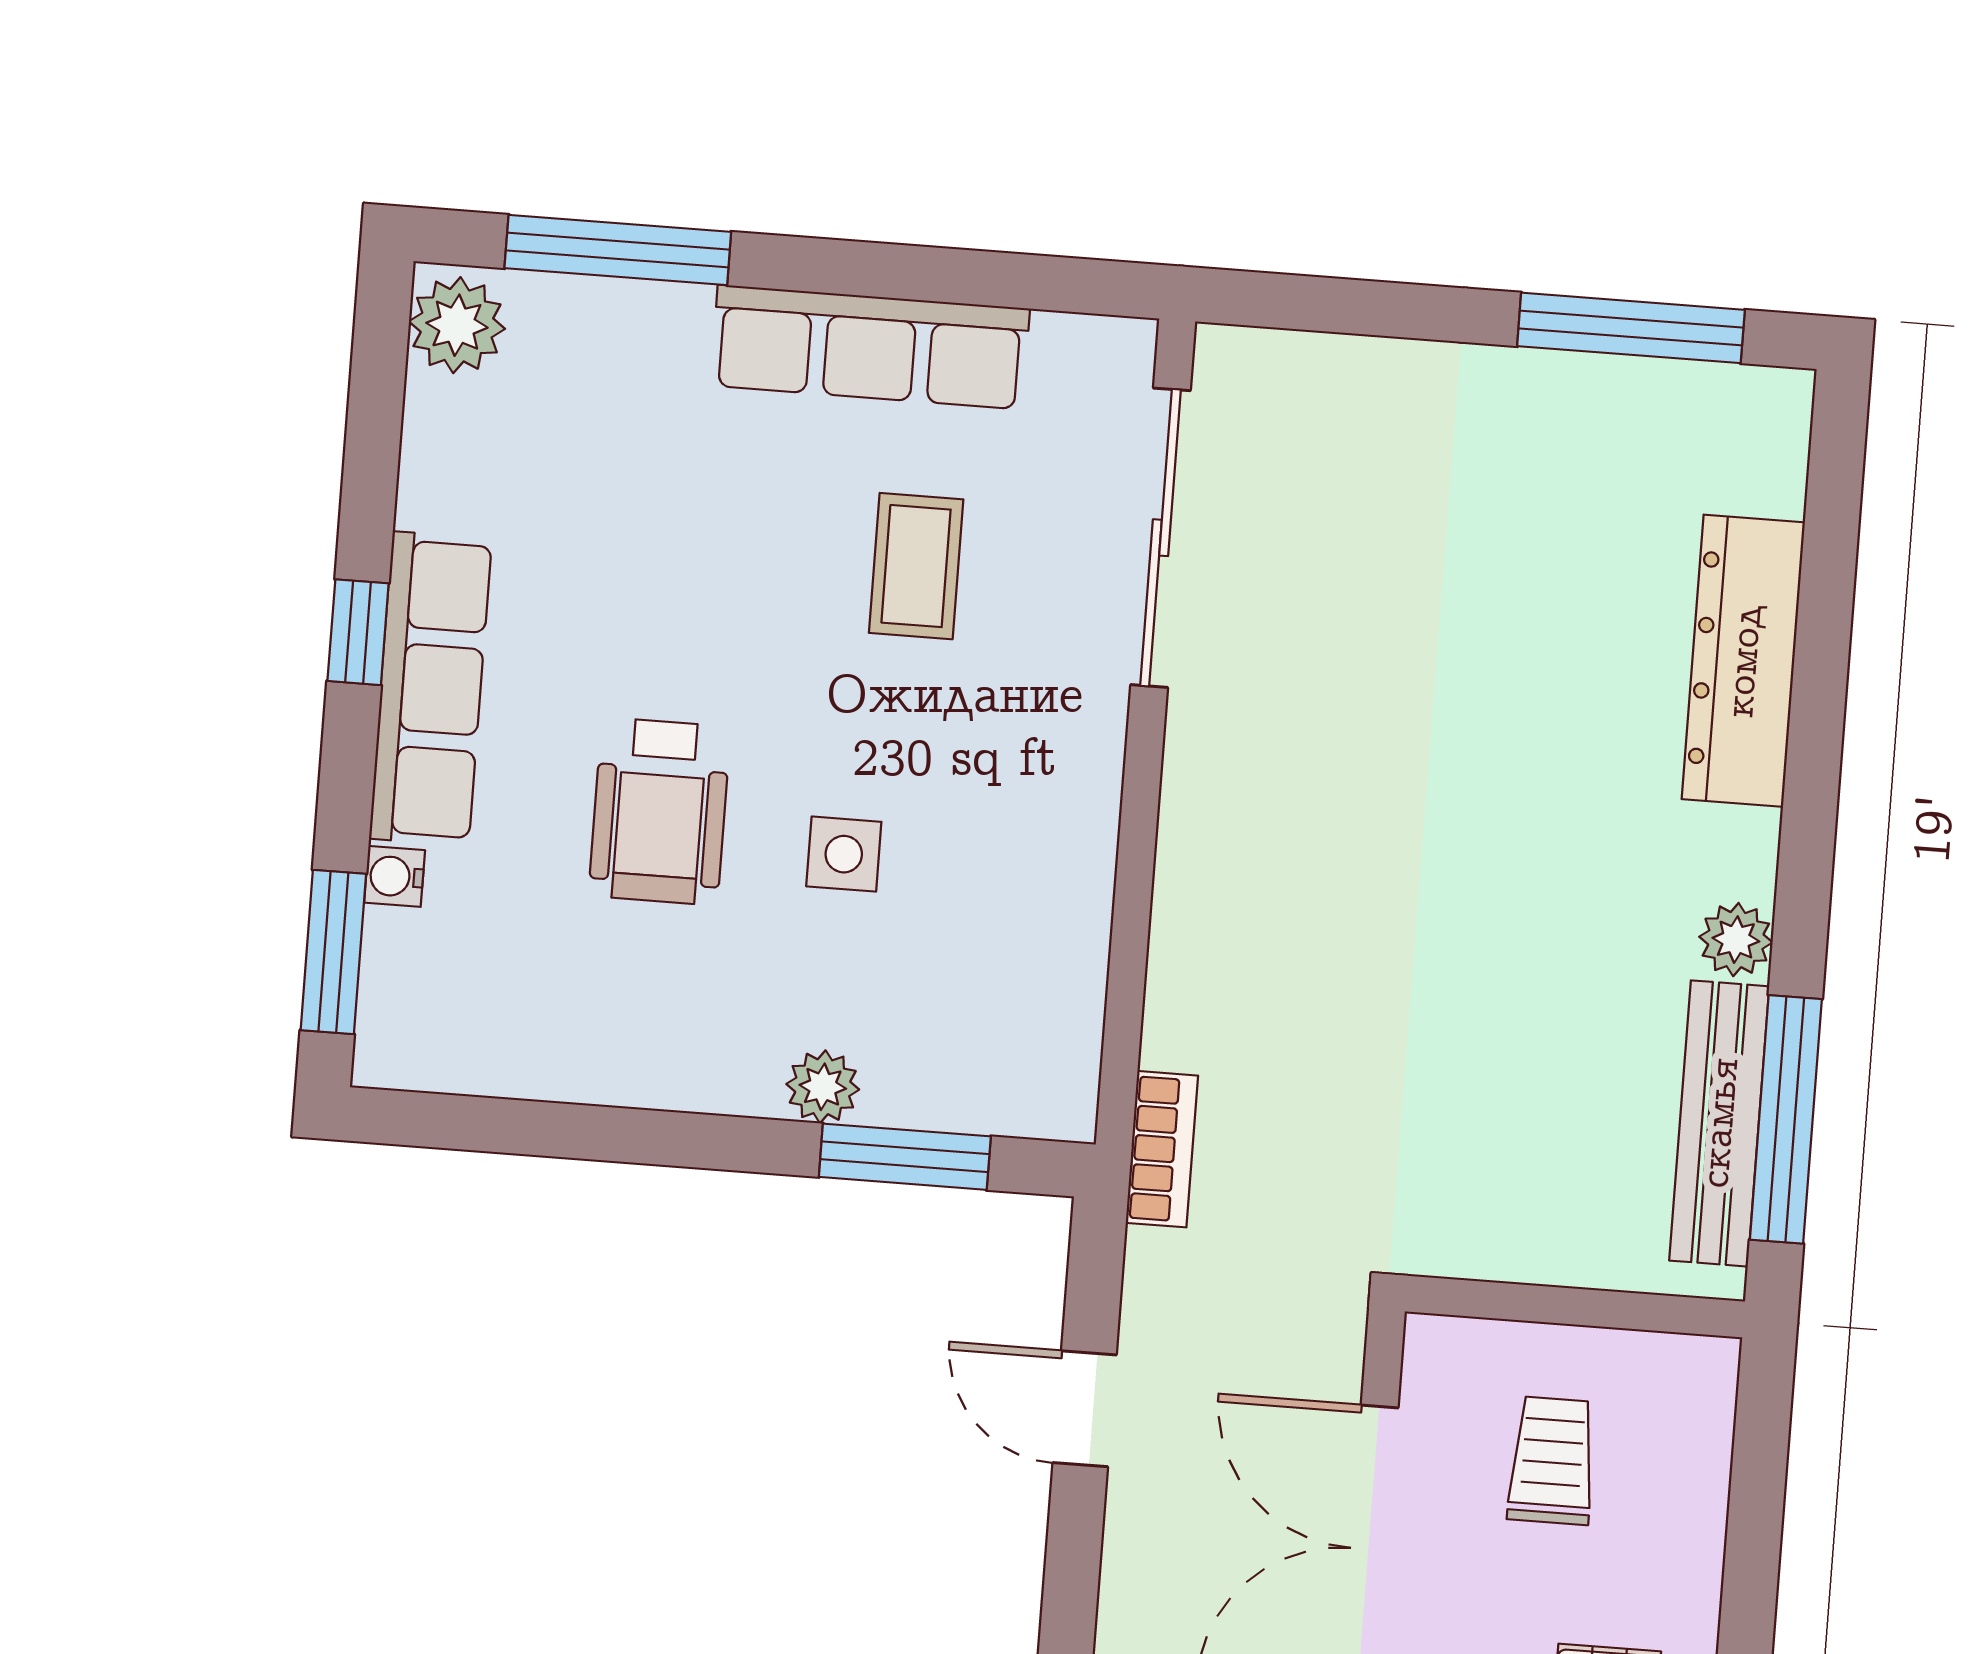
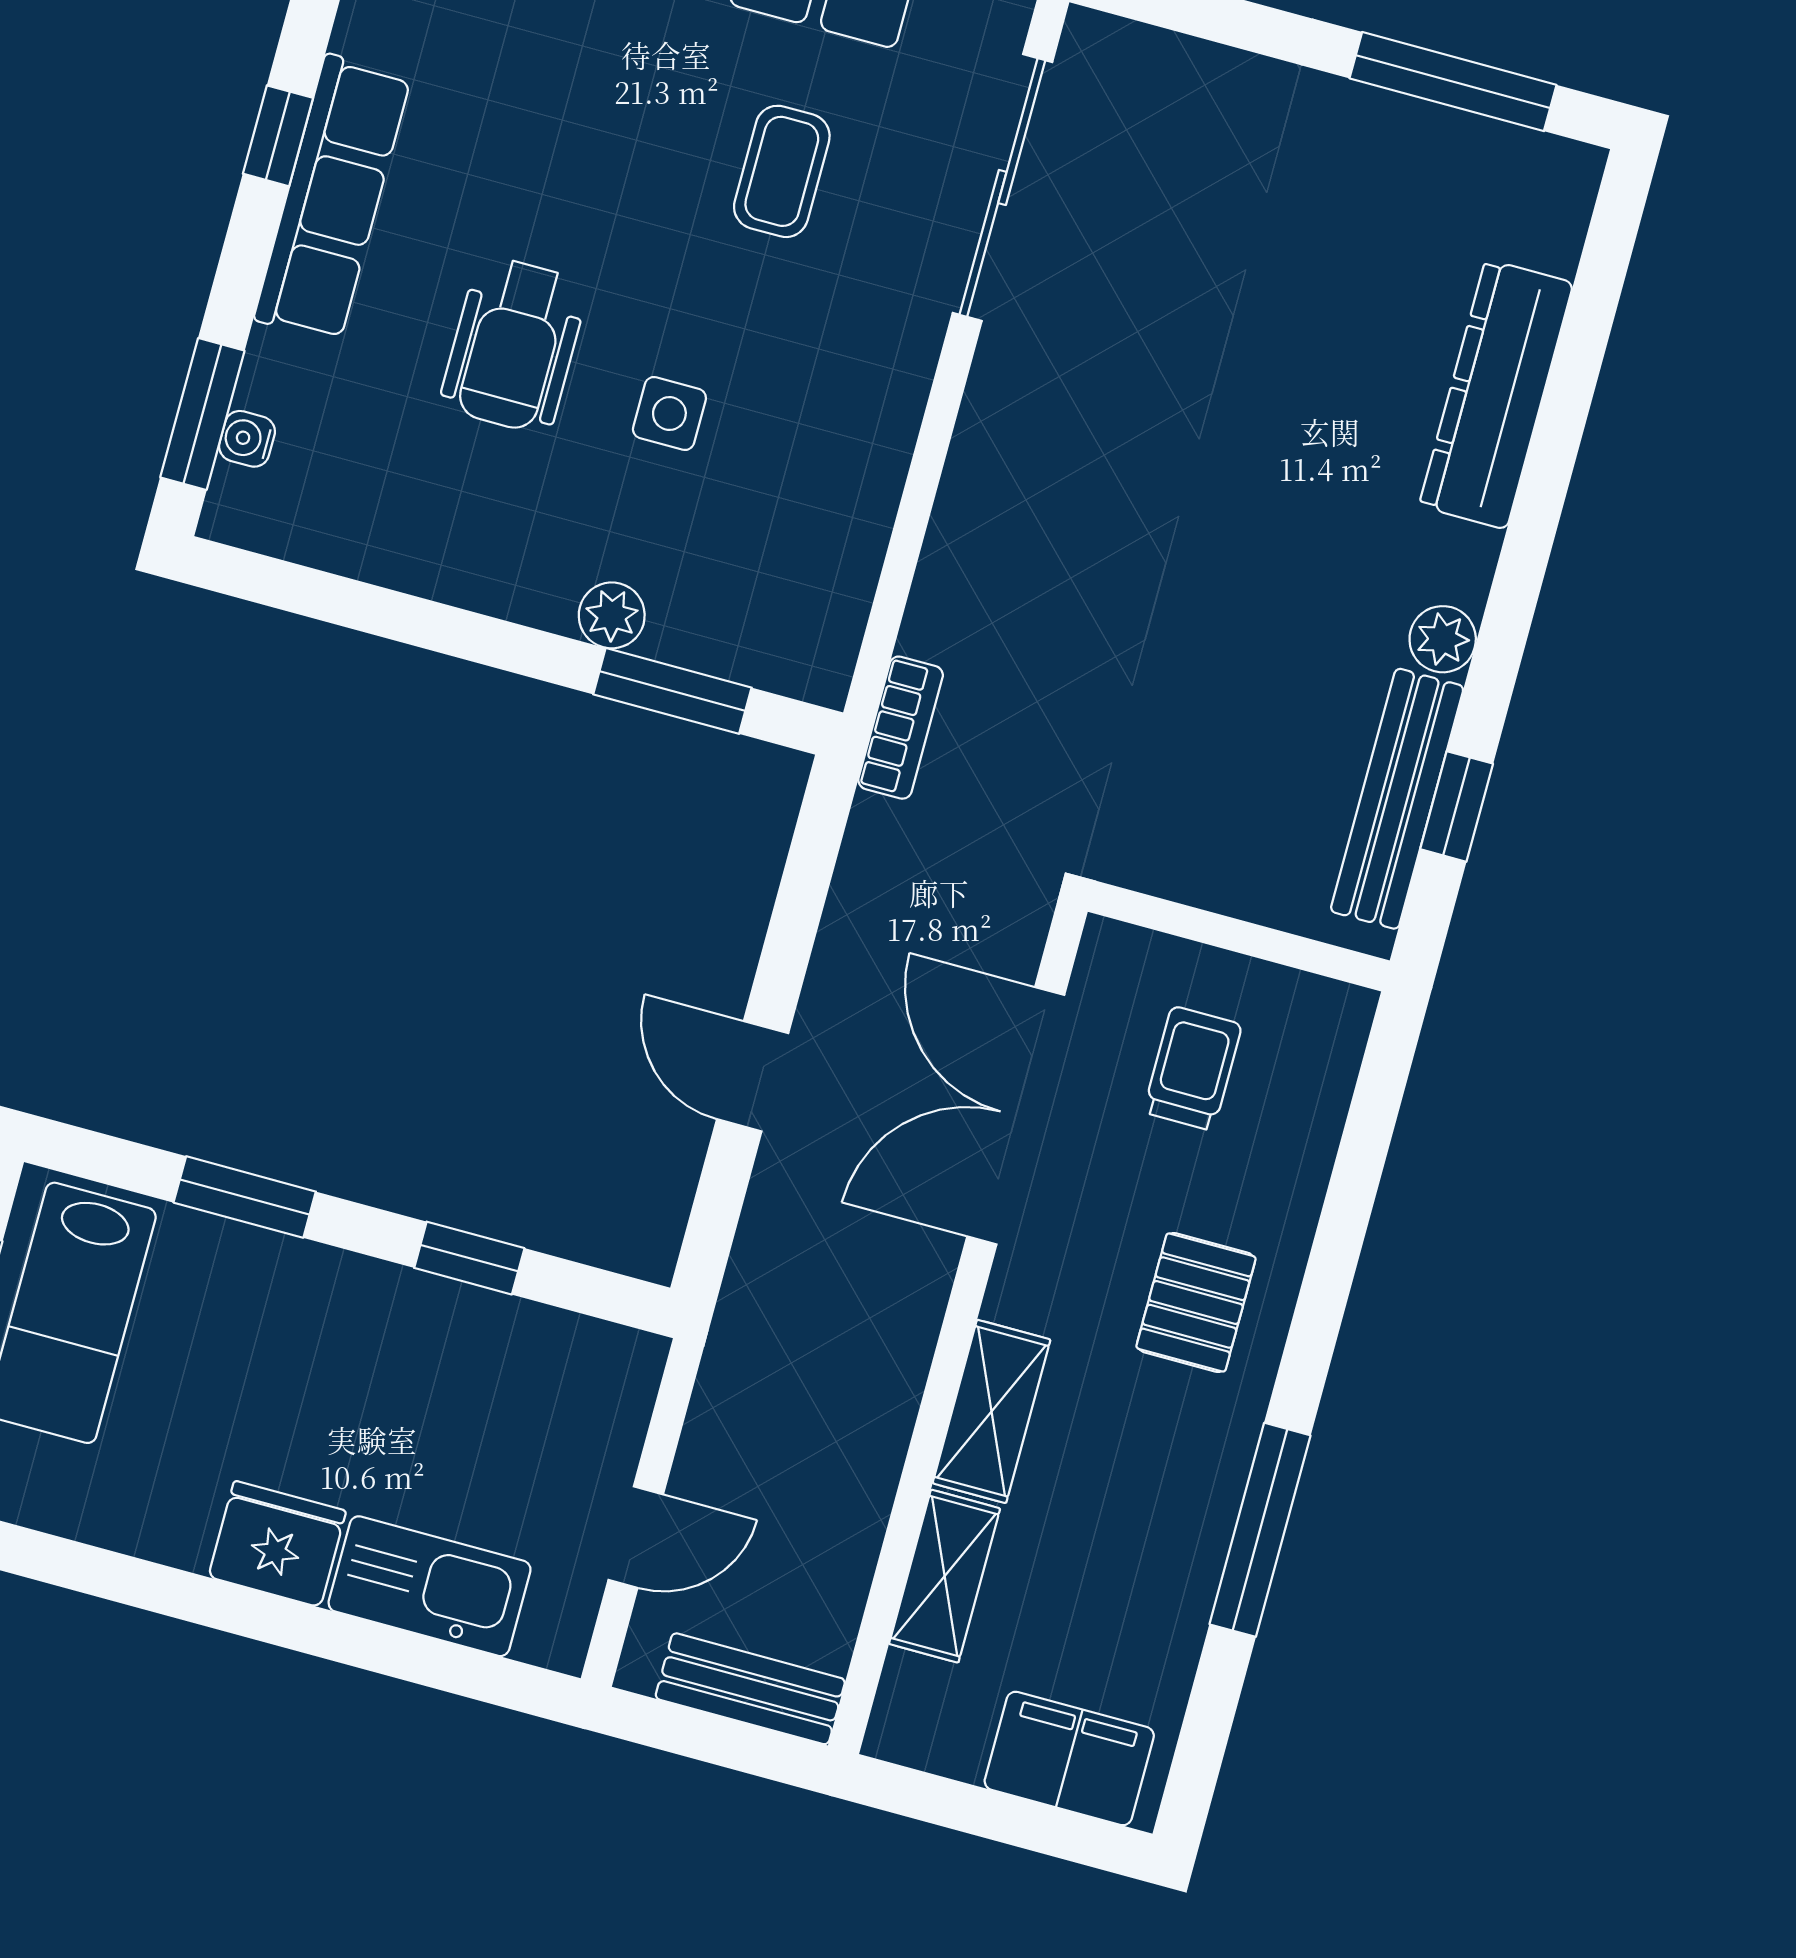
water cooler: (395, 876) -> (247, 439), moved
window: (1786, 1119) -> (1457, 806), width x0.46
door: (1085, 1409) -> (753, 1076), moved

